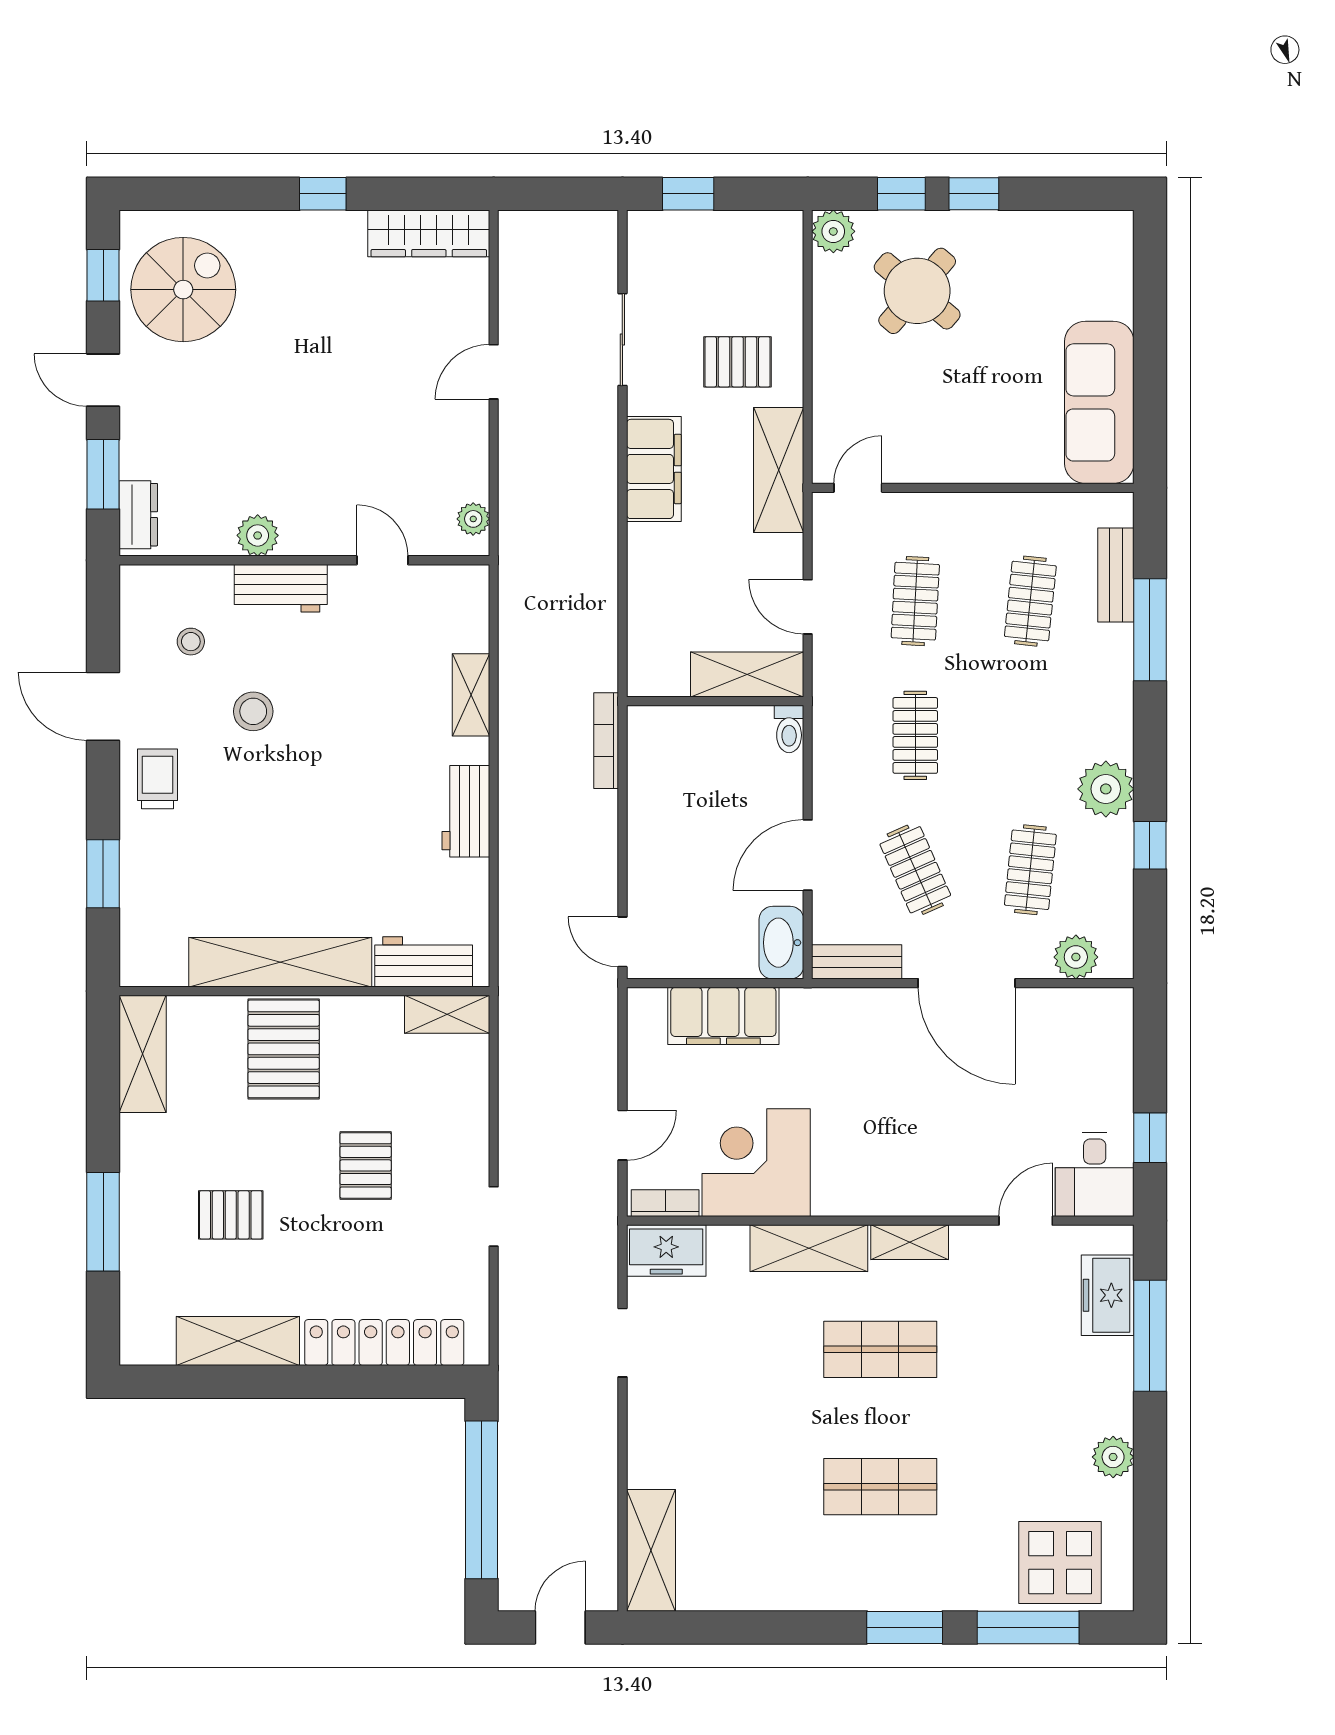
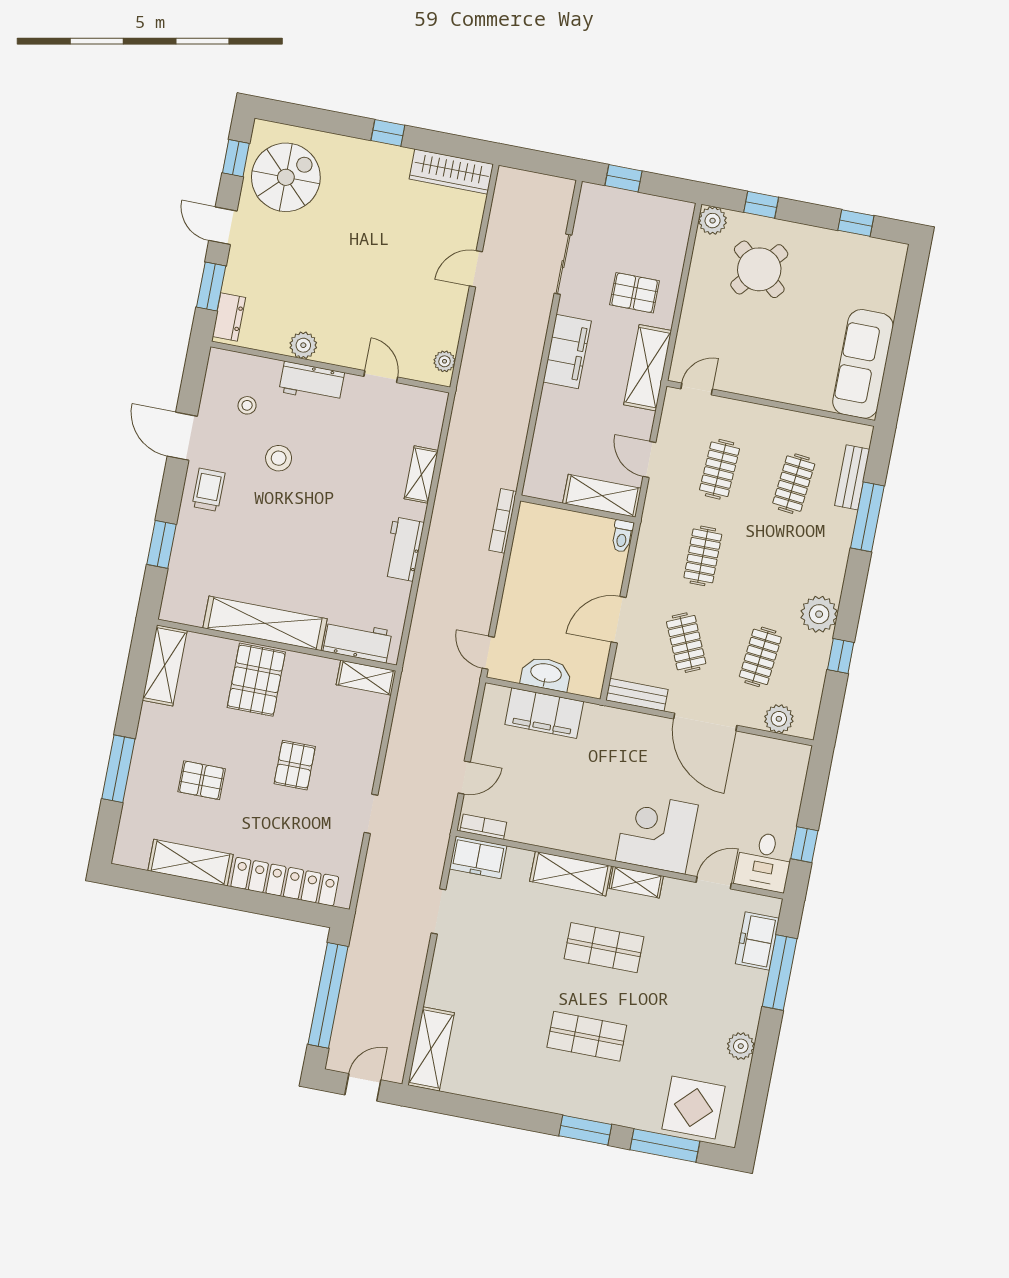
window: (974, 194) -> (856, 223), moved
washbasin: (781, 943) -> (546, 674), moved, turned 90
corner desk: (756, 1163) -> (657, 833), moved

